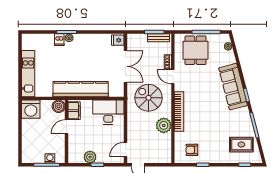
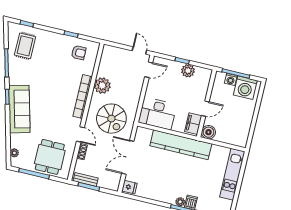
washing machine: (31, 109) -> (245, 88), moved, turned 180
rug: (241, 145) -> (25, 46), turned 90

